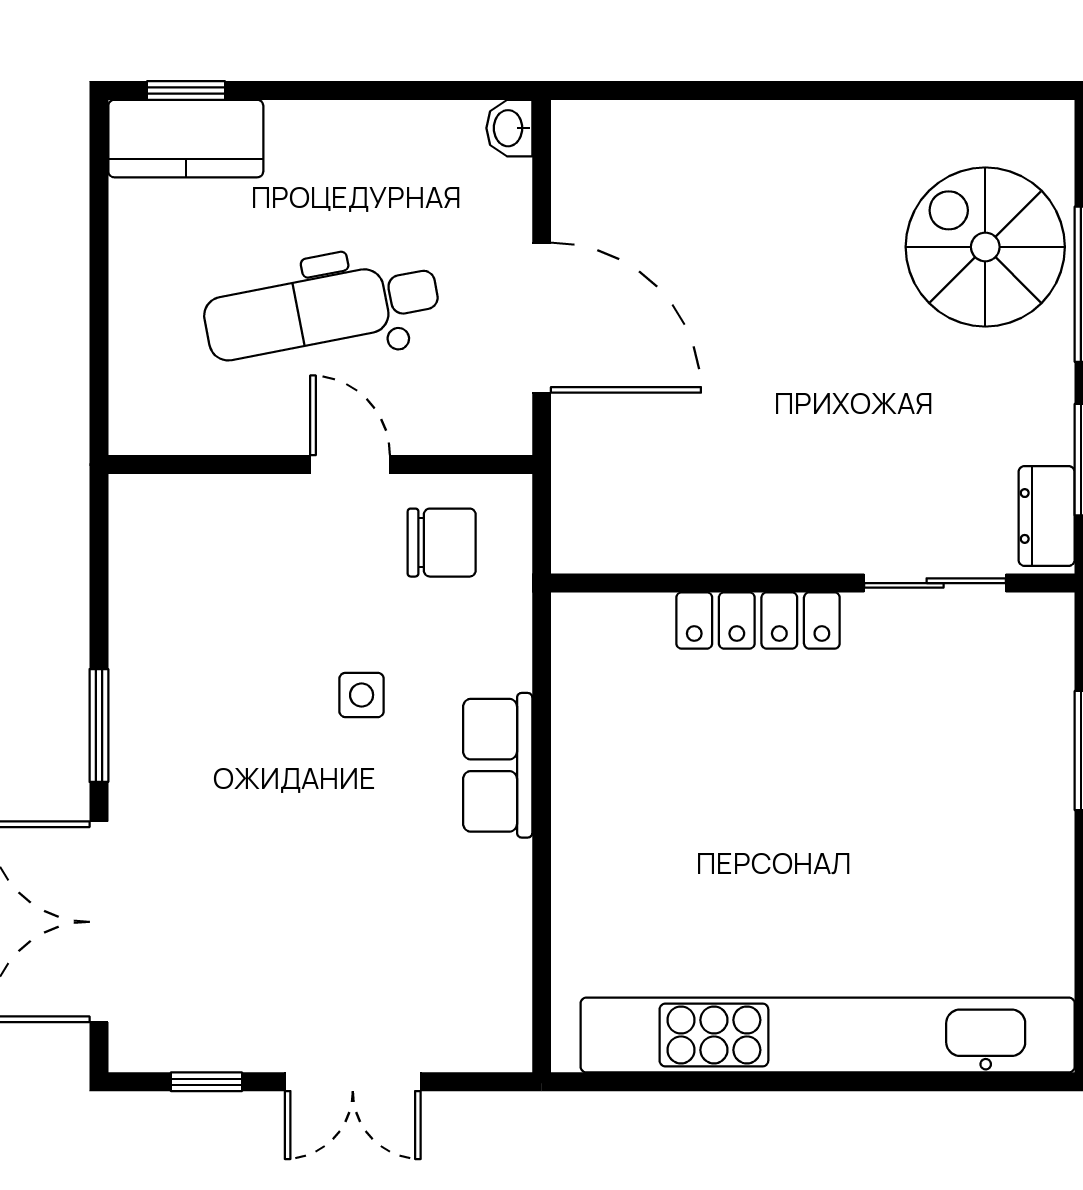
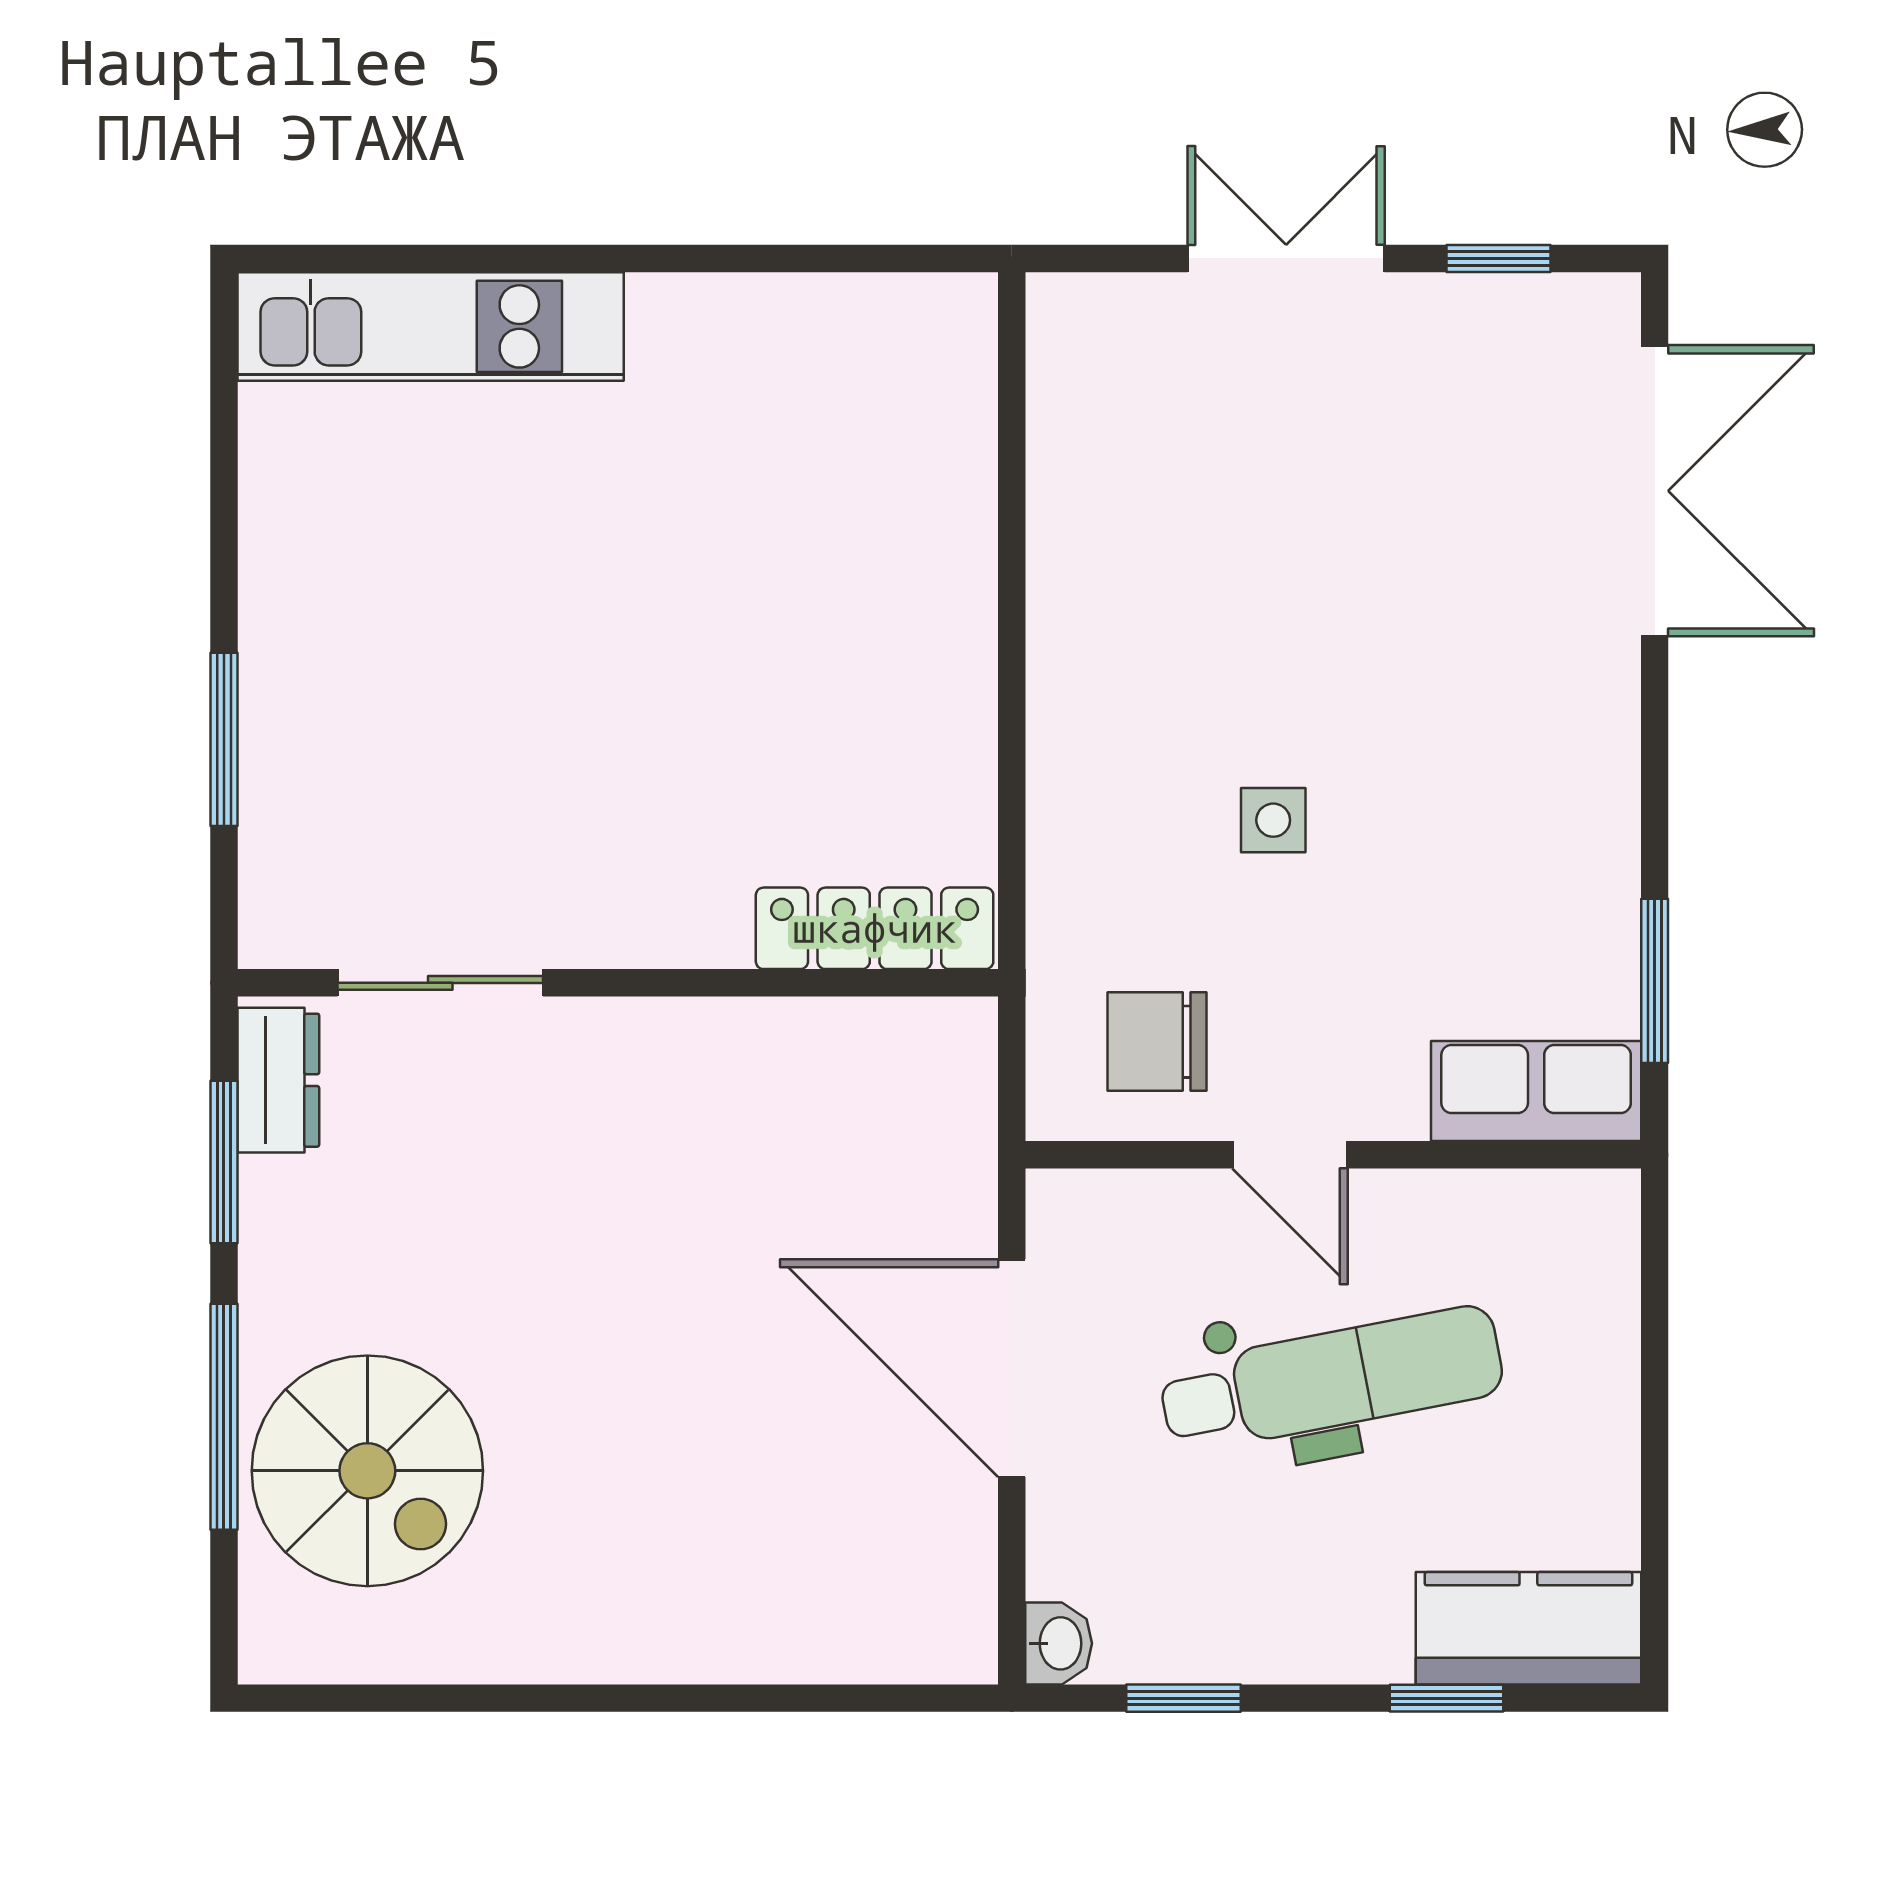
window: (186, 90) -> (1447, 1698), moved
window: (423, 90) -> (1184, 1698), added
locker: (758, 621) -> (875, 928), moved
window: (99, 725) -> (1655, 981), moved
row of seats: (498, 765) -> (1536, 1091), moved, turned -90
kitchen unit: (828, 1035) -> (431, 326), width x0.54

